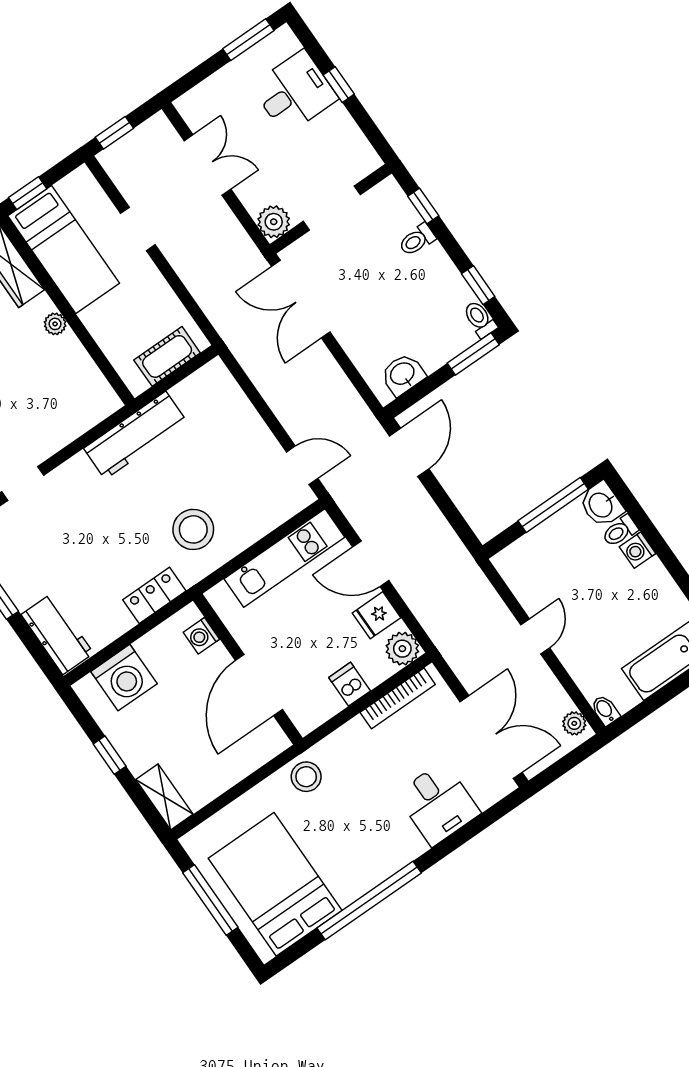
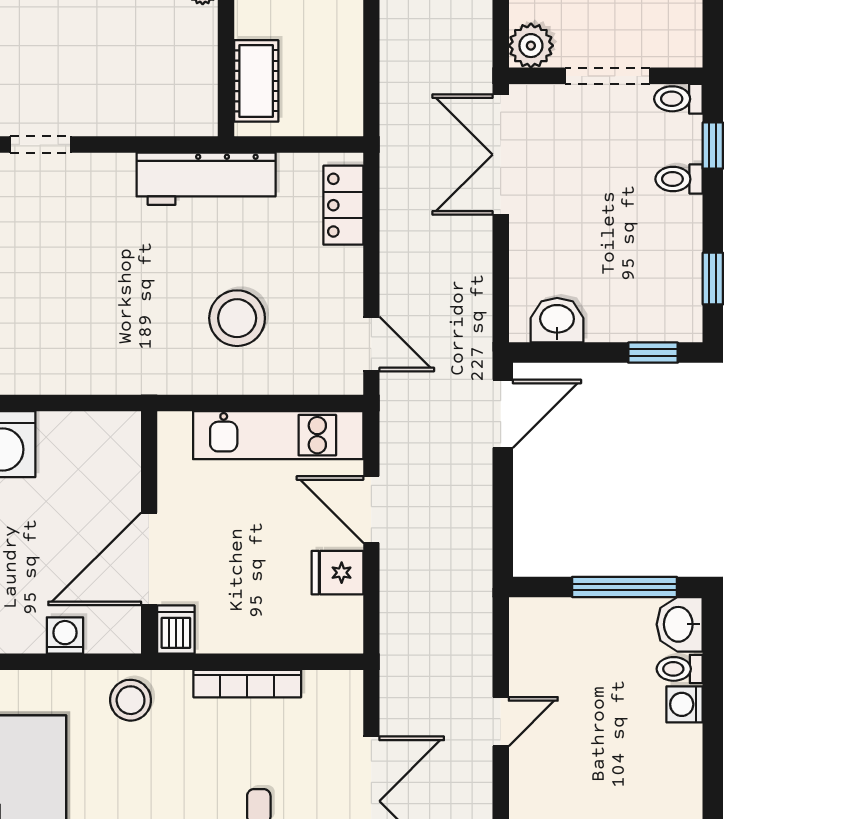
toilet: (480, 319) -> (678, 99), moved, turned -90
window: (473, 354) -> (653, 353), width x0.67
cot: (167, 356) -> (256, 81), moved, turned 90
stool: (193, 529) -> (237, 318), moved
locker: (154, 595) -> (343, 205), moved, turned -90
washing machine: (201, 636) -> (65, 635), moved, turned 90
plant: (402, 649) -> (340, 631), removed
dishwasher: (350, 684) -> (176, 630), moved
bookcase: (398, 698) -> (247, 684), moved

